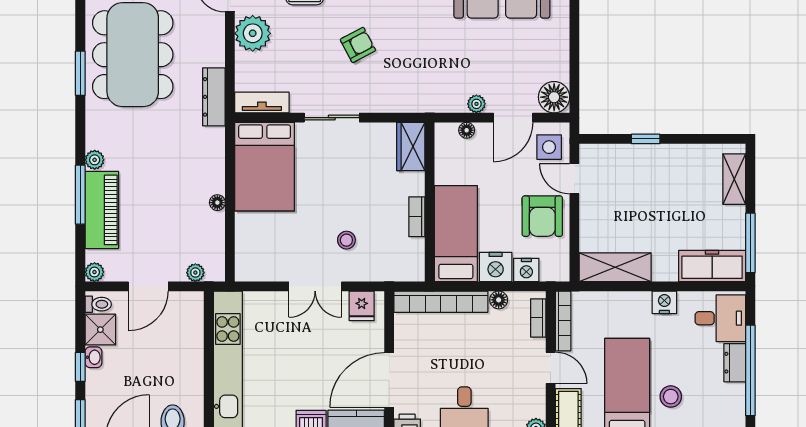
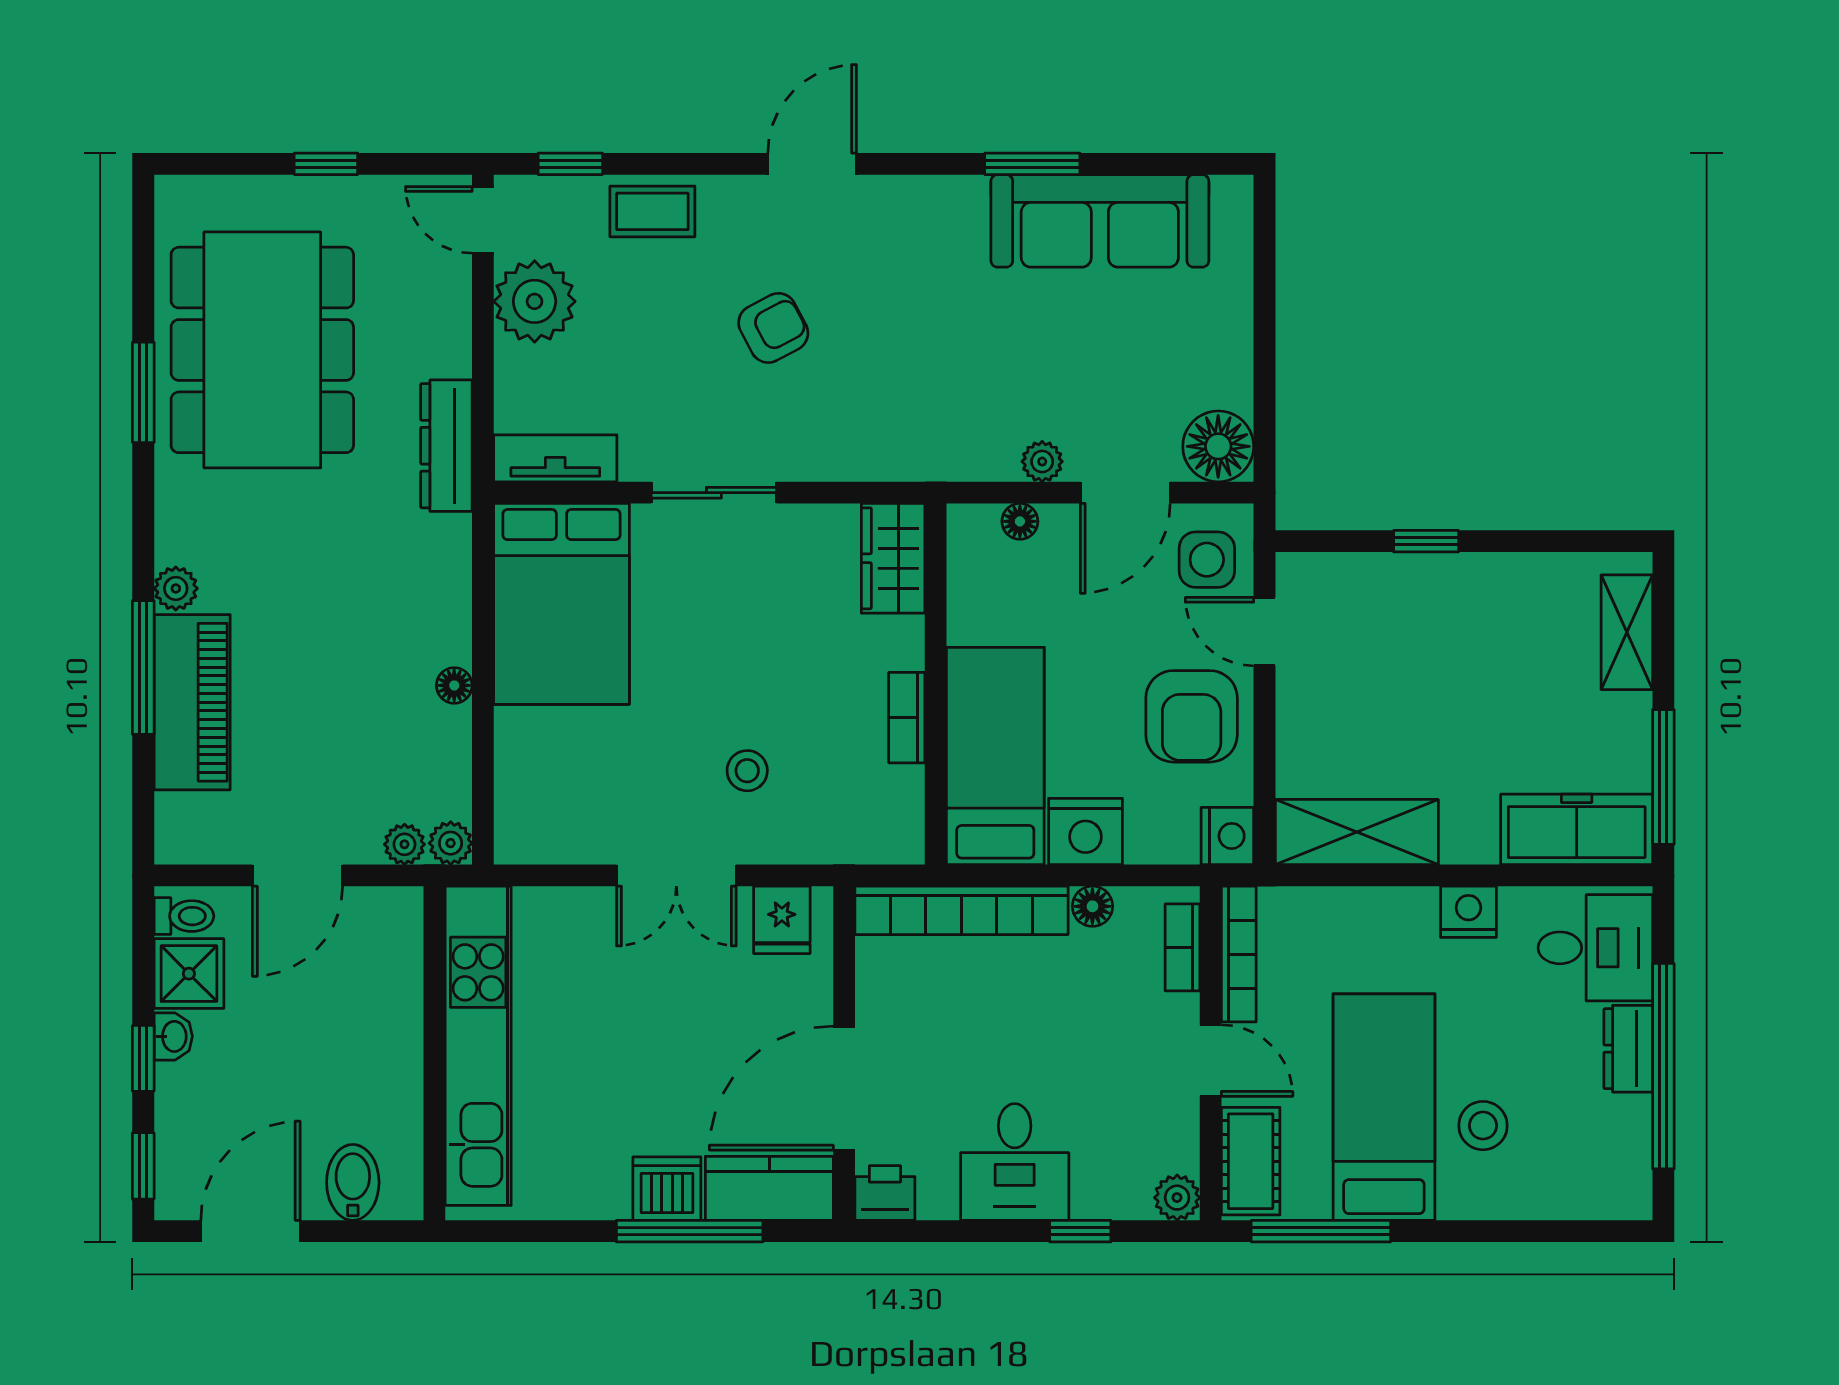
nightstand: (526, 270) -> (1227, 836), moved, turned -90
plant: (94, 272) -> (451, 843), moved

